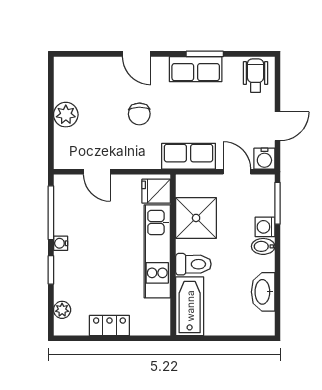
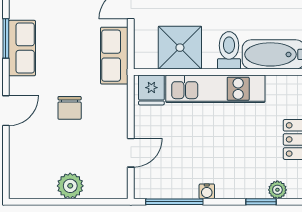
chair: (139, 114) -> (70, 108), turned 91
window: (51, 270) -> (261, 202), moved

